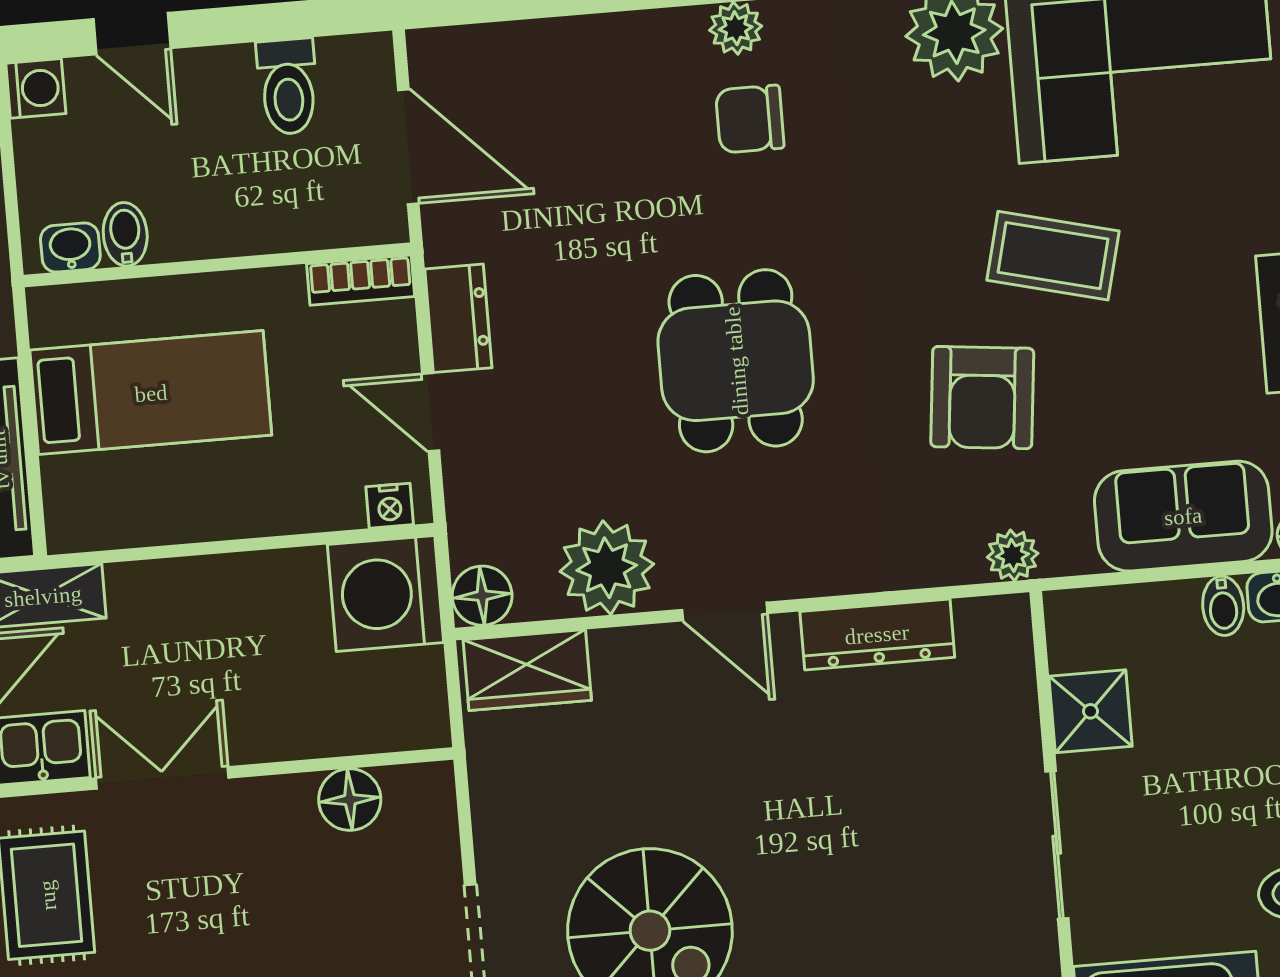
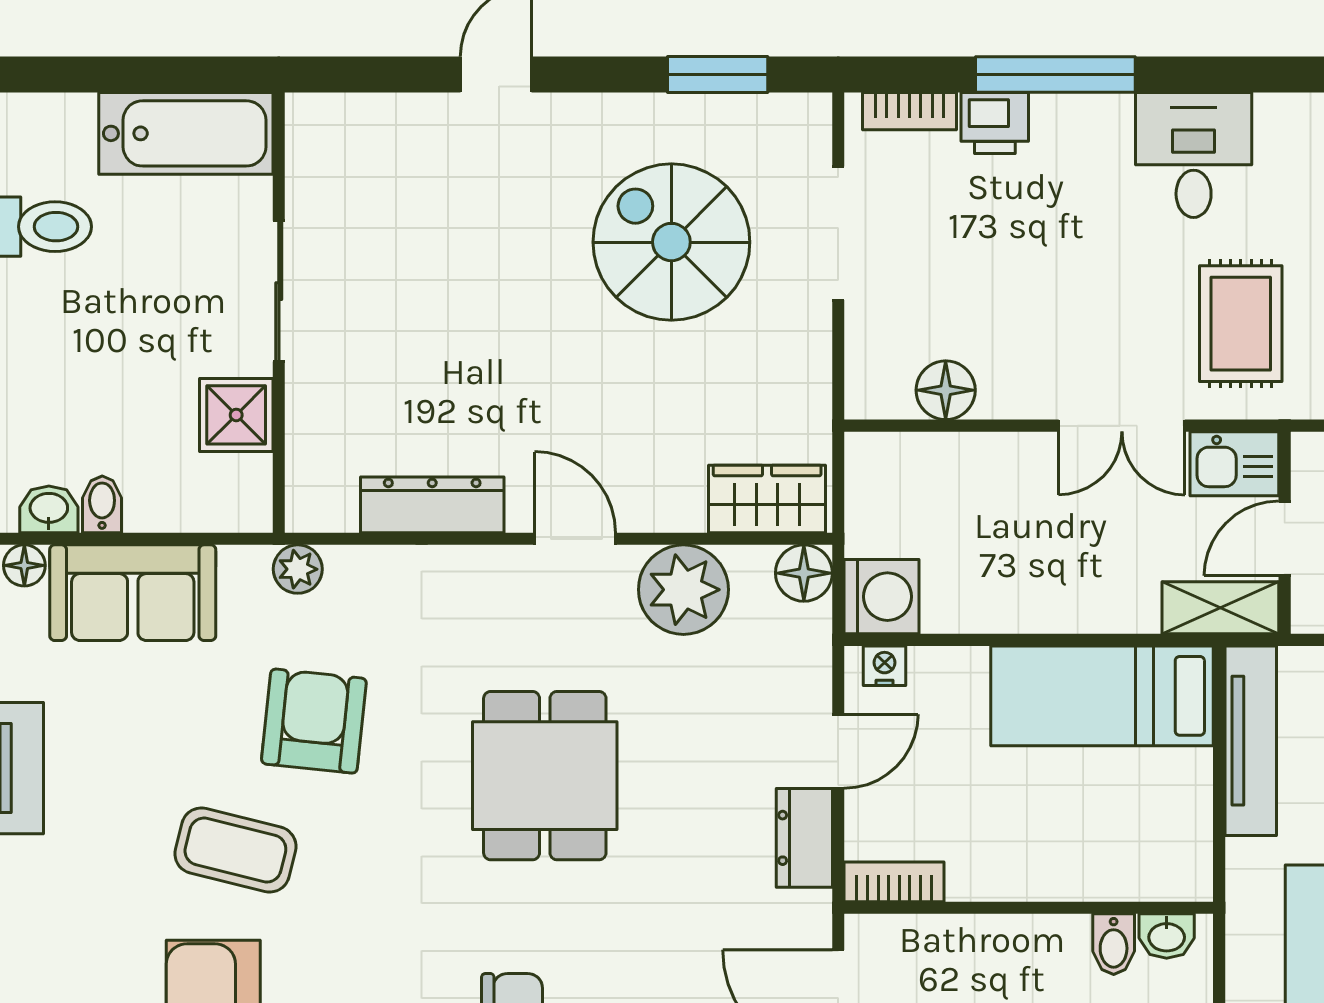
bed: (151, 393) -> (1102, 696), moved
door: (431, 412) -> (838, 751), hinge flipped
washing machine: (385, 594) -> (882, 597), width x0.73, depth x0.73

